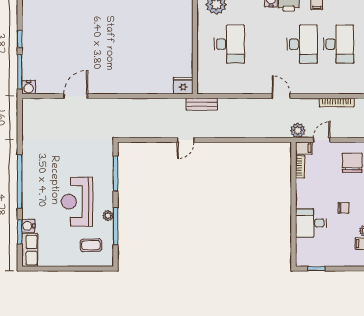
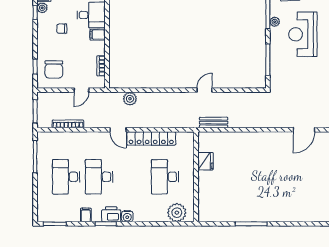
fridge: (183, 86) -> (206, 161), moved, turned -90
locker: (245, 86) -> (151, 138), added
bench: (202, 104) -> (214, 123), moved
plant: (298, 130) -> (130, 99), moved
filing cabinet: (304, 148) -> (98, 35), moved
reception desk: (77, 202) -> (303, 34), turned 180

